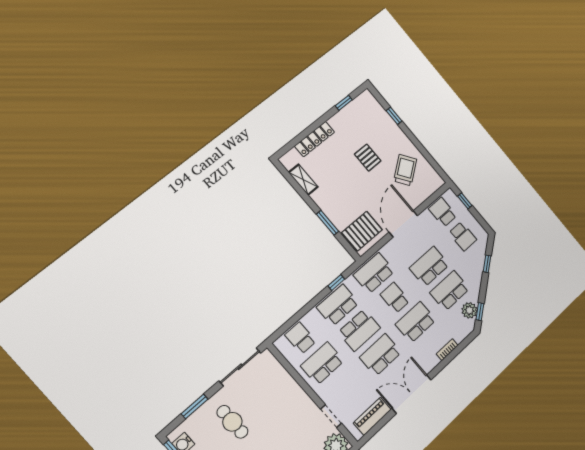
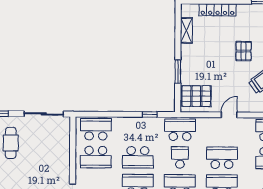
door: (403, 224) -> (229, 115), width x0.53
school desk: (338, 305) -> (138, 130), removed
school desk: (300, 338) -> (96, 129), width x1.85
school desk: (322, 363) -> (96, 157), turned 180

